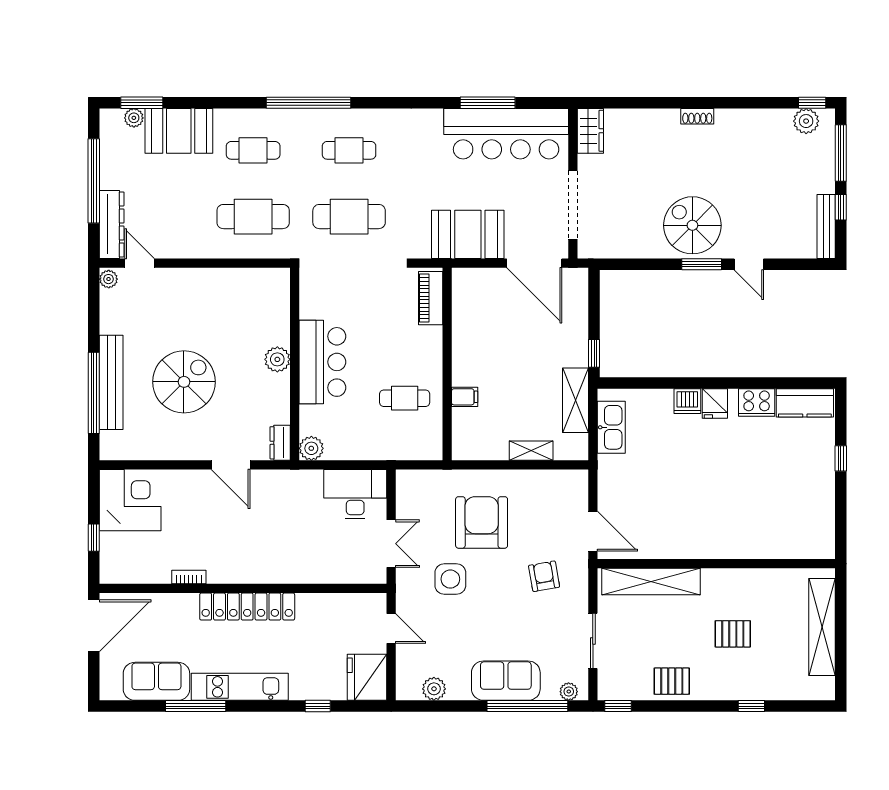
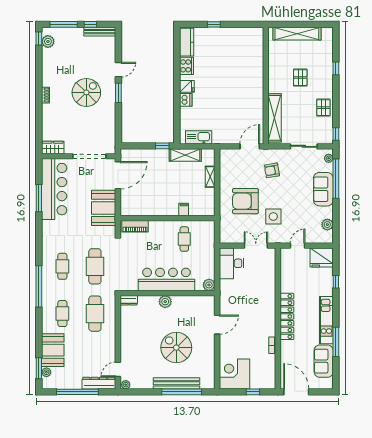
spiral stairs: (692, 225) -> (86, 92), moved, turned 180
bar counter: (322, 362) -> (166, 279), width x1.36
dresser: (280, 443) -> (129, 300), moved

